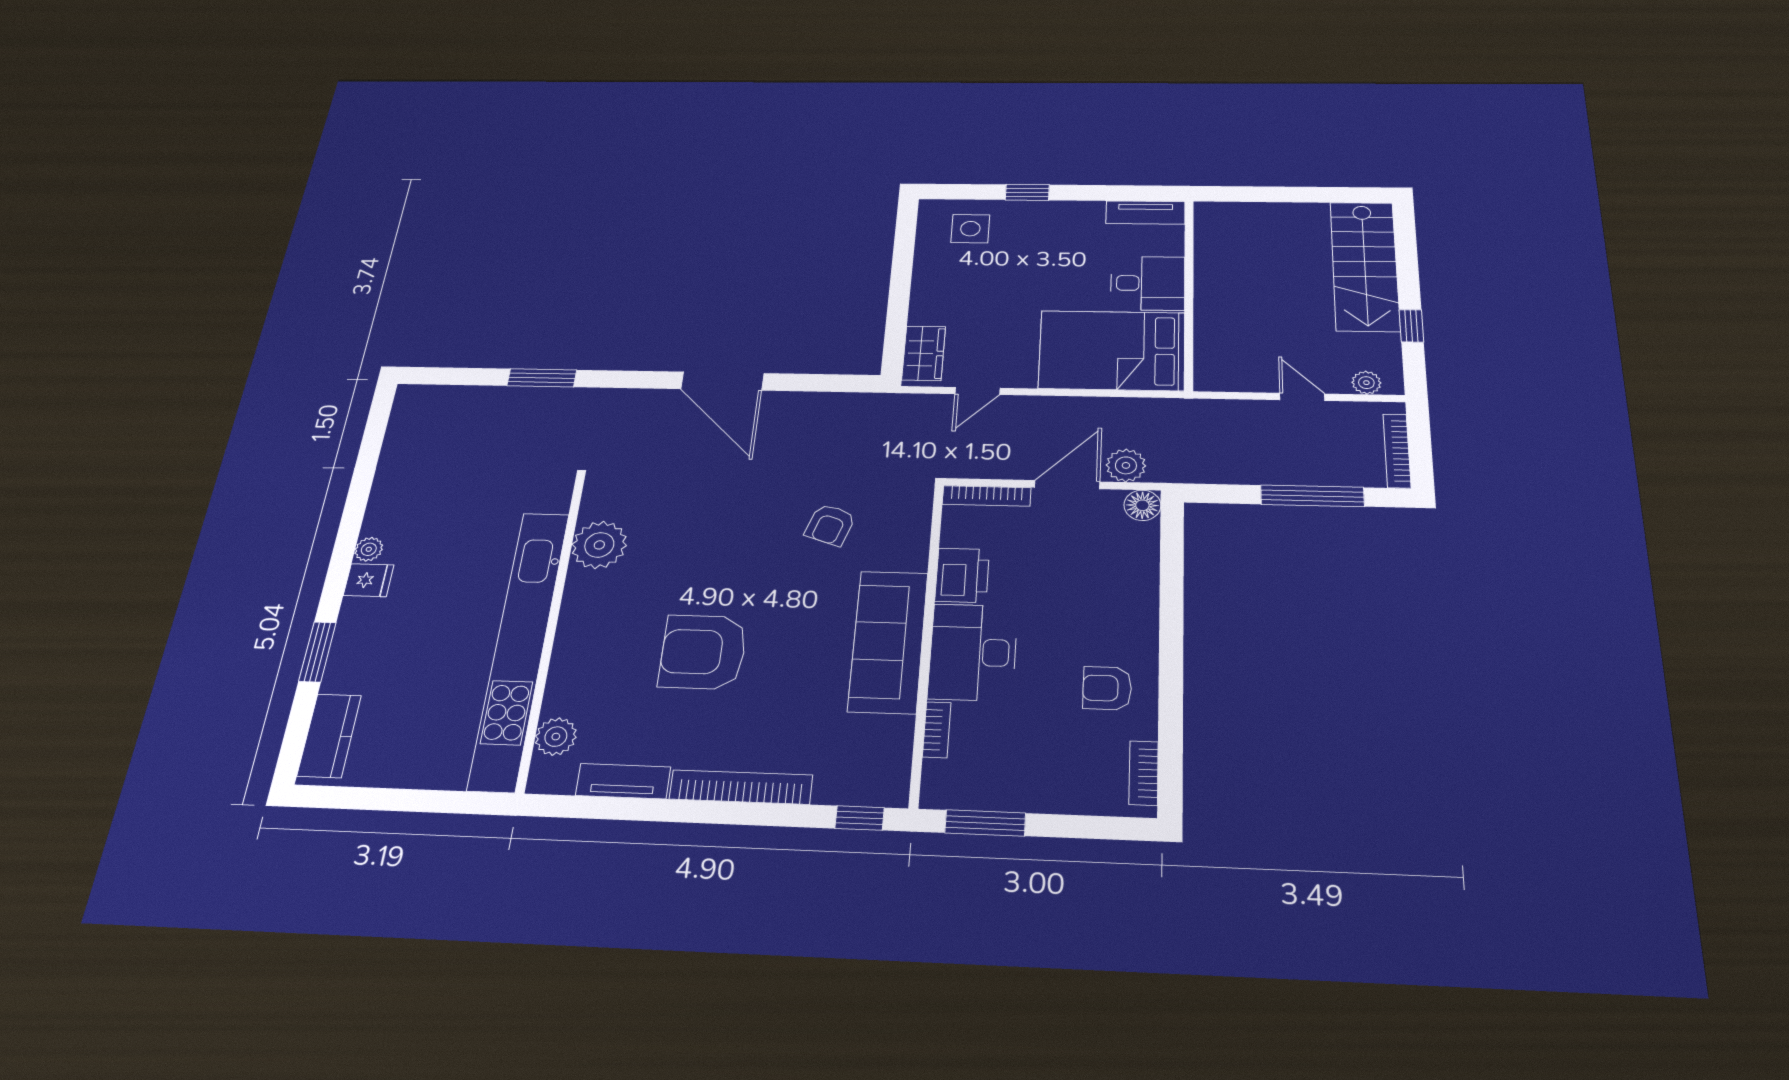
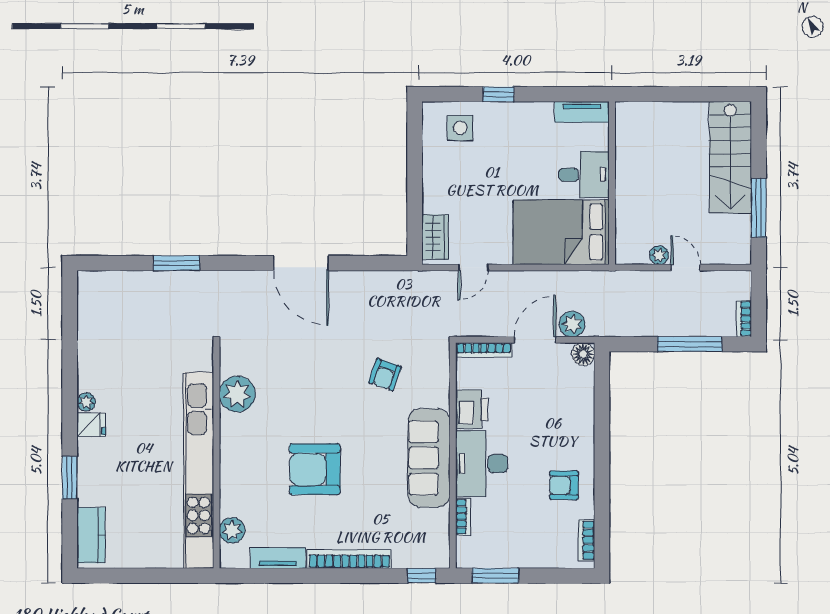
window: (1411, 326) -> (759, 208), width x2.17
plant: (1366, 383) -> (659, 255), moved
bookcase: (1397, 451) -> (744, 319), width x0.64

